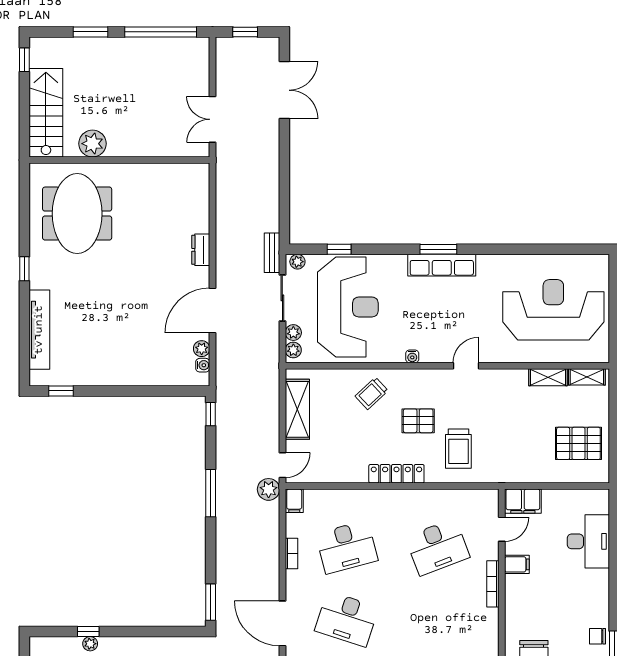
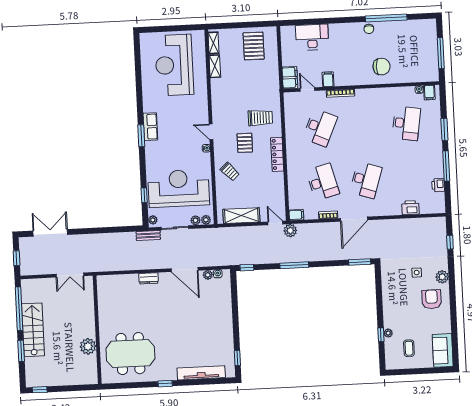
stairs: (46, 113) -> (33, 330), moved, turned 90
row of seats: (442, 265) -> (150, 127), width x0.68
door: (466, 366) -> (211, 132), moved
desk: (437, 547) -> (320, 128), turned 45
door: (282, 623) -> (354, 219), moved

